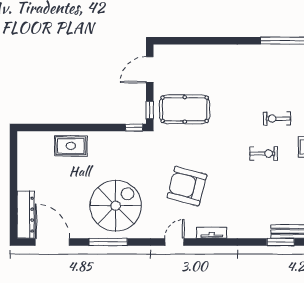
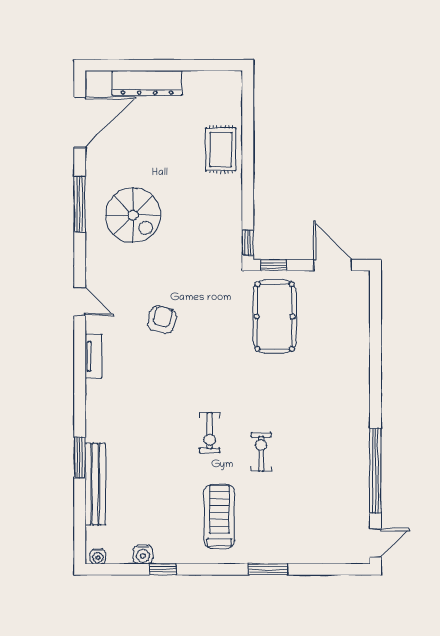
armchair: (187, 186) -> (162, 320), width x0.53, depth x0.53
spiral stairs: (116, 206) -> (133, 215), width x0.73, depth x0.73
dresser: (26, 215) -> (147, 83), moved

